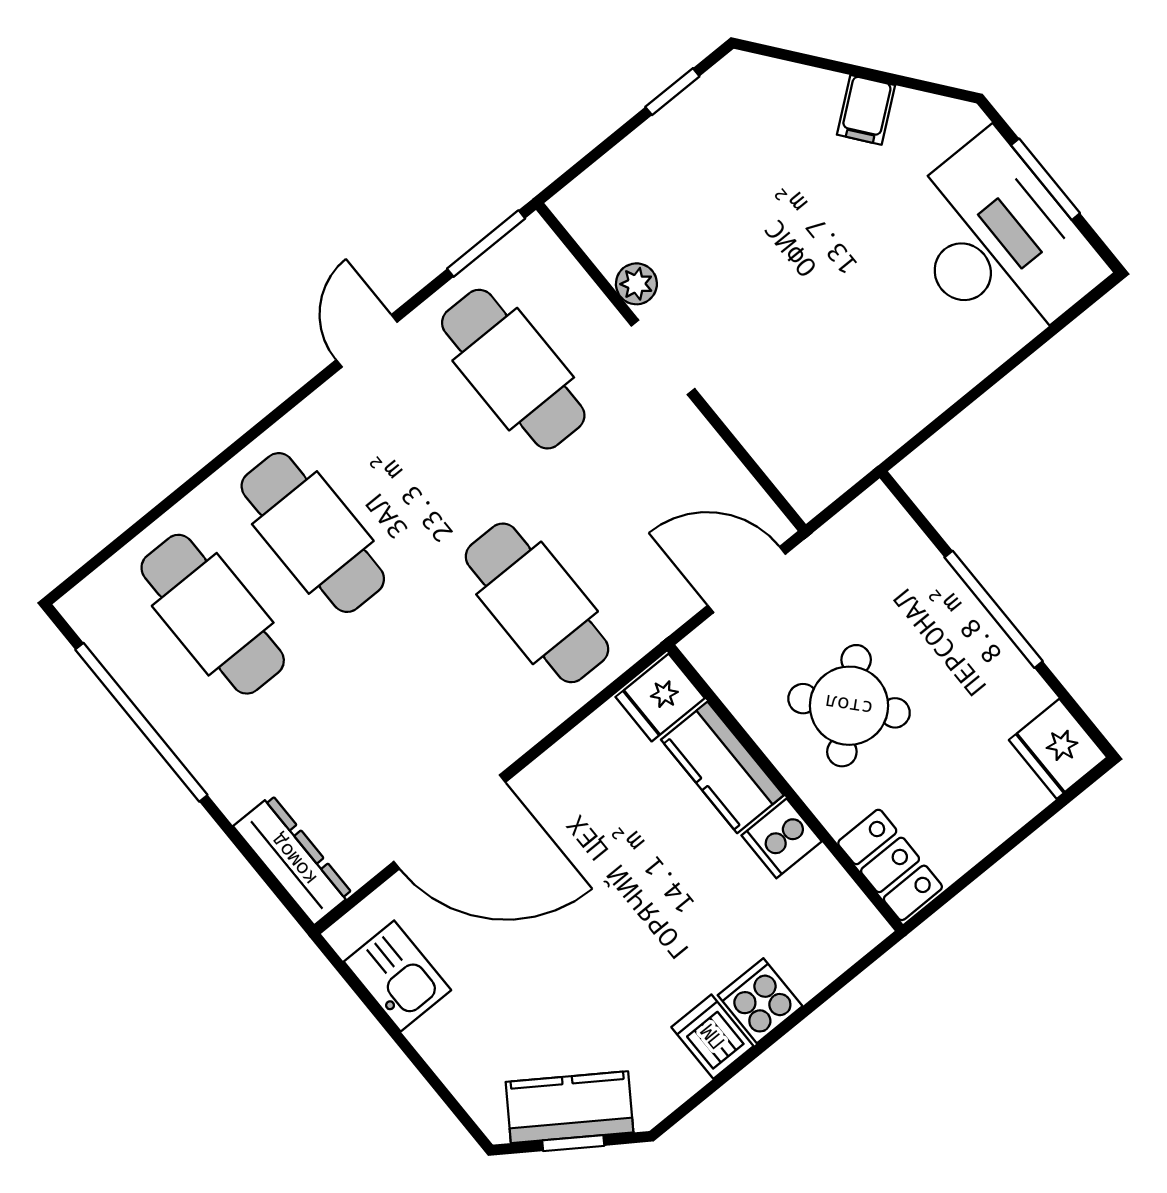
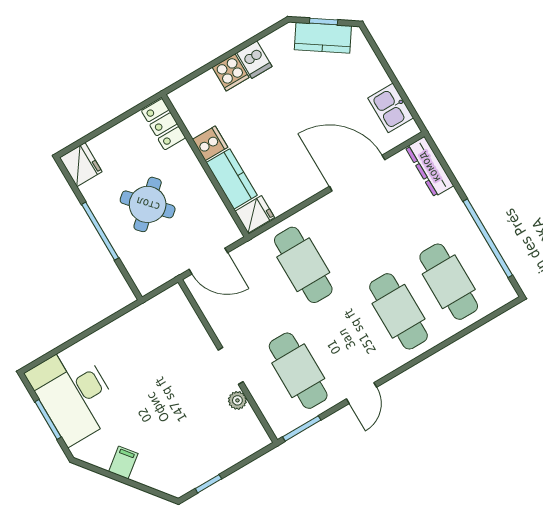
round table: (849, 706) -> (148, 204), moved

